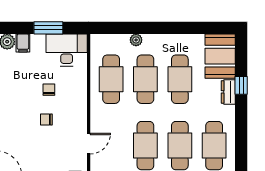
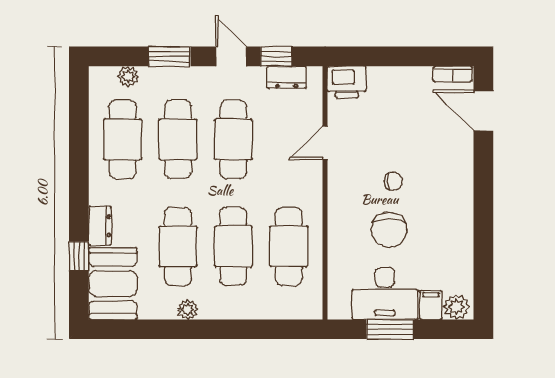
plant: (136, 40) -> (188, 310), moved
desk: (67, 50) -> (385, 293), moved
window: (241, 85) -> (79, 256), moved
chair: (49, 90) -> (389, 230), width x1.87, depth x1.87

